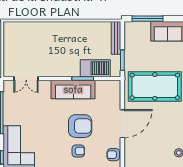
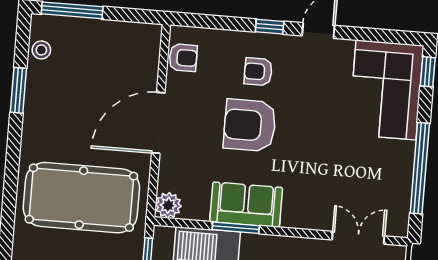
plant: (115, 86) -> (168, 205), added
sofa: (73, 89) -> (246, 205), width x0.73

